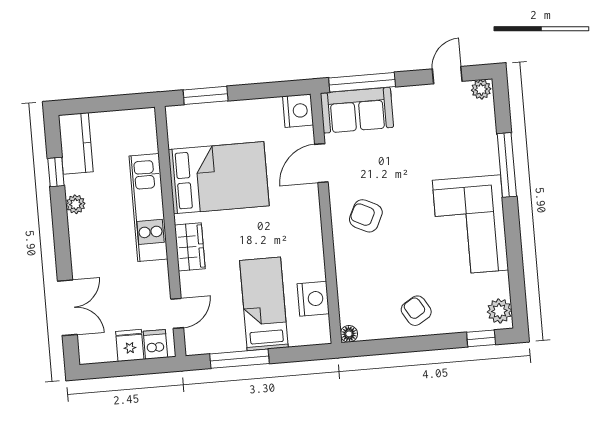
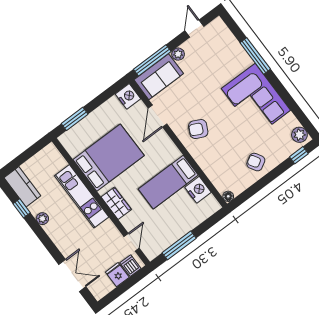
plant: (481, 89) -> (178, 54), moved
bed: (264, 304) -> (168, 182), moved, turned -90

